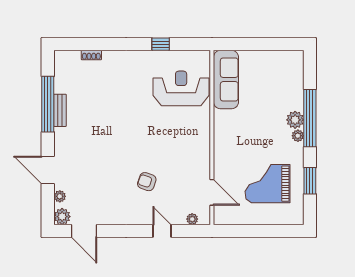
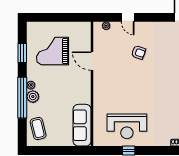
coffee table: (288, 75) -> (38, 129), added
reception desk: (181, 88) -> (127, 126), moved
grand piano: (268, 184) -> (52, 51), turned 180
door: (212, 192) -> (92, 61), moved

